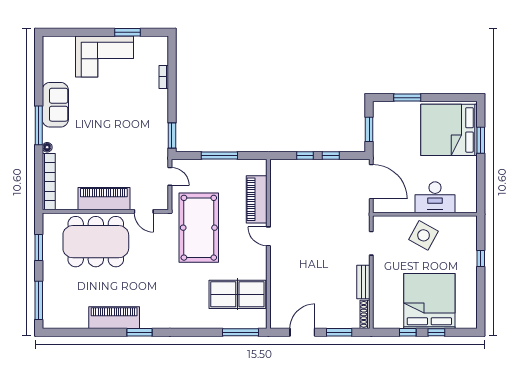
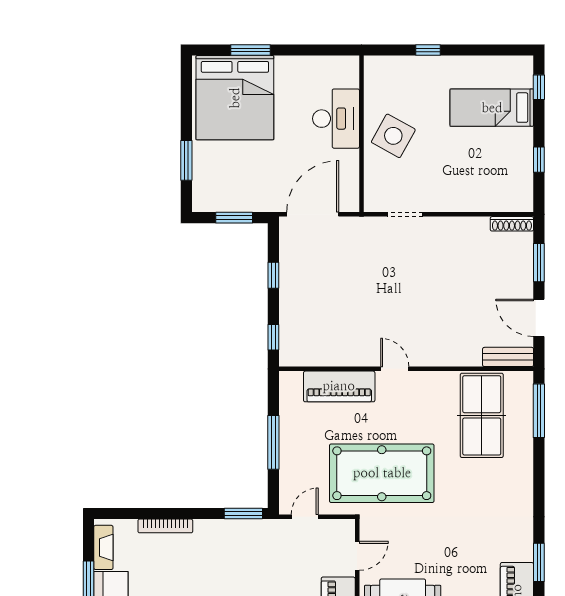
fireplace: (149, 42) -> (103, 547), added
bookcase: (164, 77) -> (165, 526), width x1.56
window: (305, 156) -> (273, 337), moved
door: (268, 236) -> (395, 369), swing flipped
bench: (363, 282) -> (508, 357), moved
bed: (429, 301) -> (492, 108), width x0.49
window: (436, 332) -> (539, 87), moved

